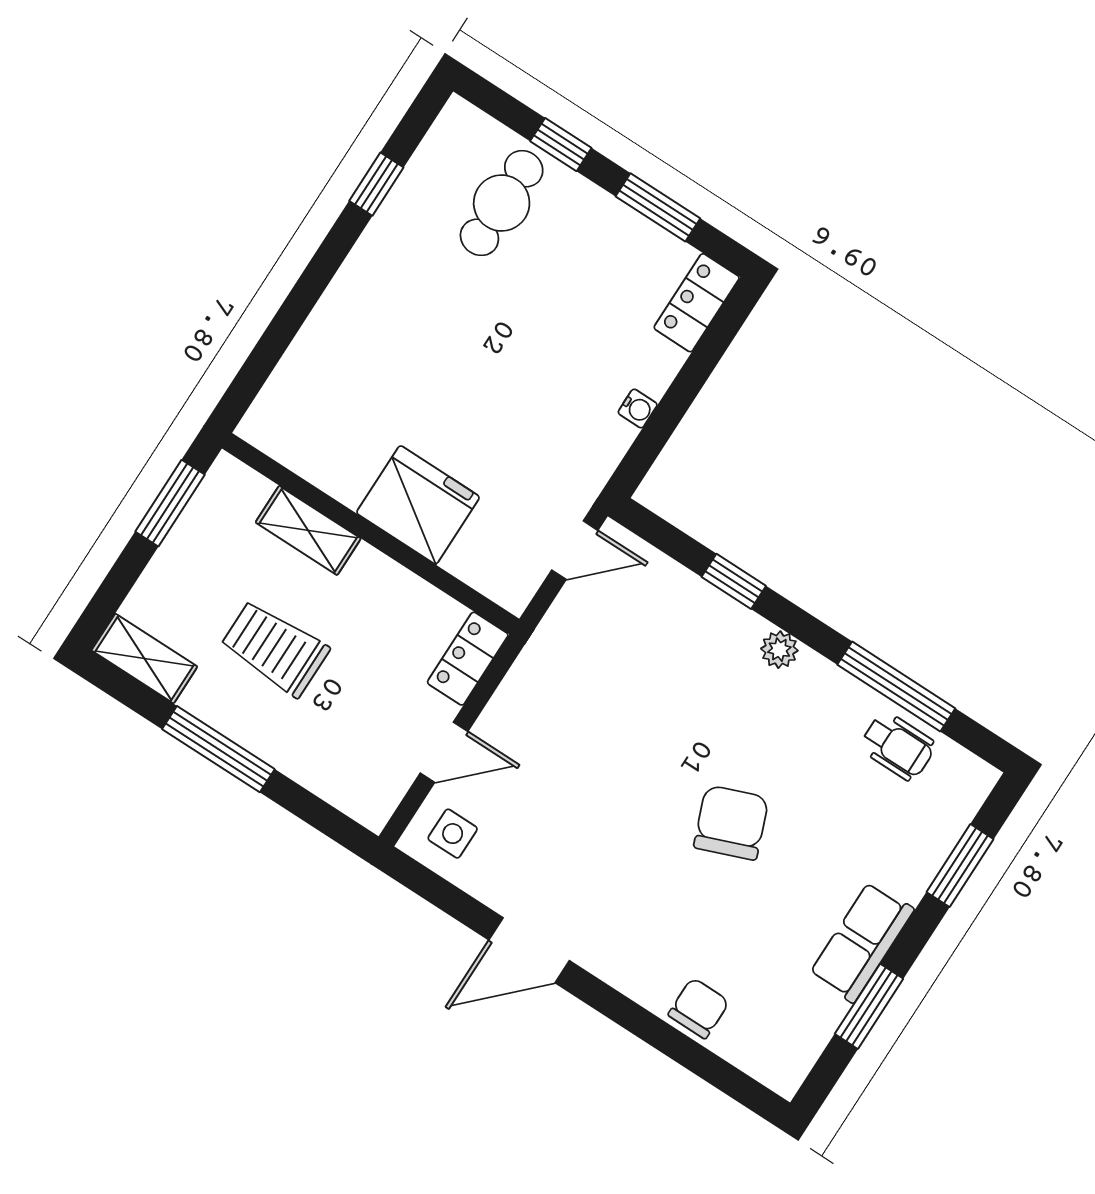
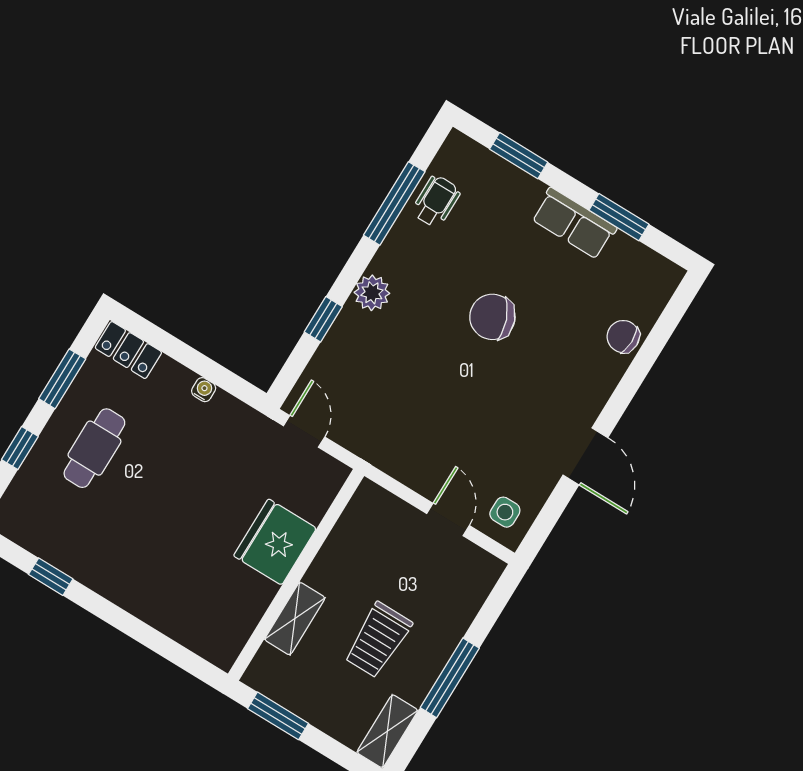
cafe table: (502, 203) -> (94, 448), moved, turned 90
plant: (779, 650) -> (372, 293), width x1.38, depth x1.38
locker: (468, 659) -> (382, 504), removed

